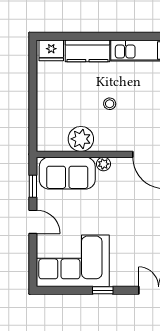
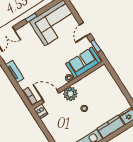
plant: (81, 139) -> (70, 94), moved
door: (33, 222) -> (85, 29), hinge flipped

